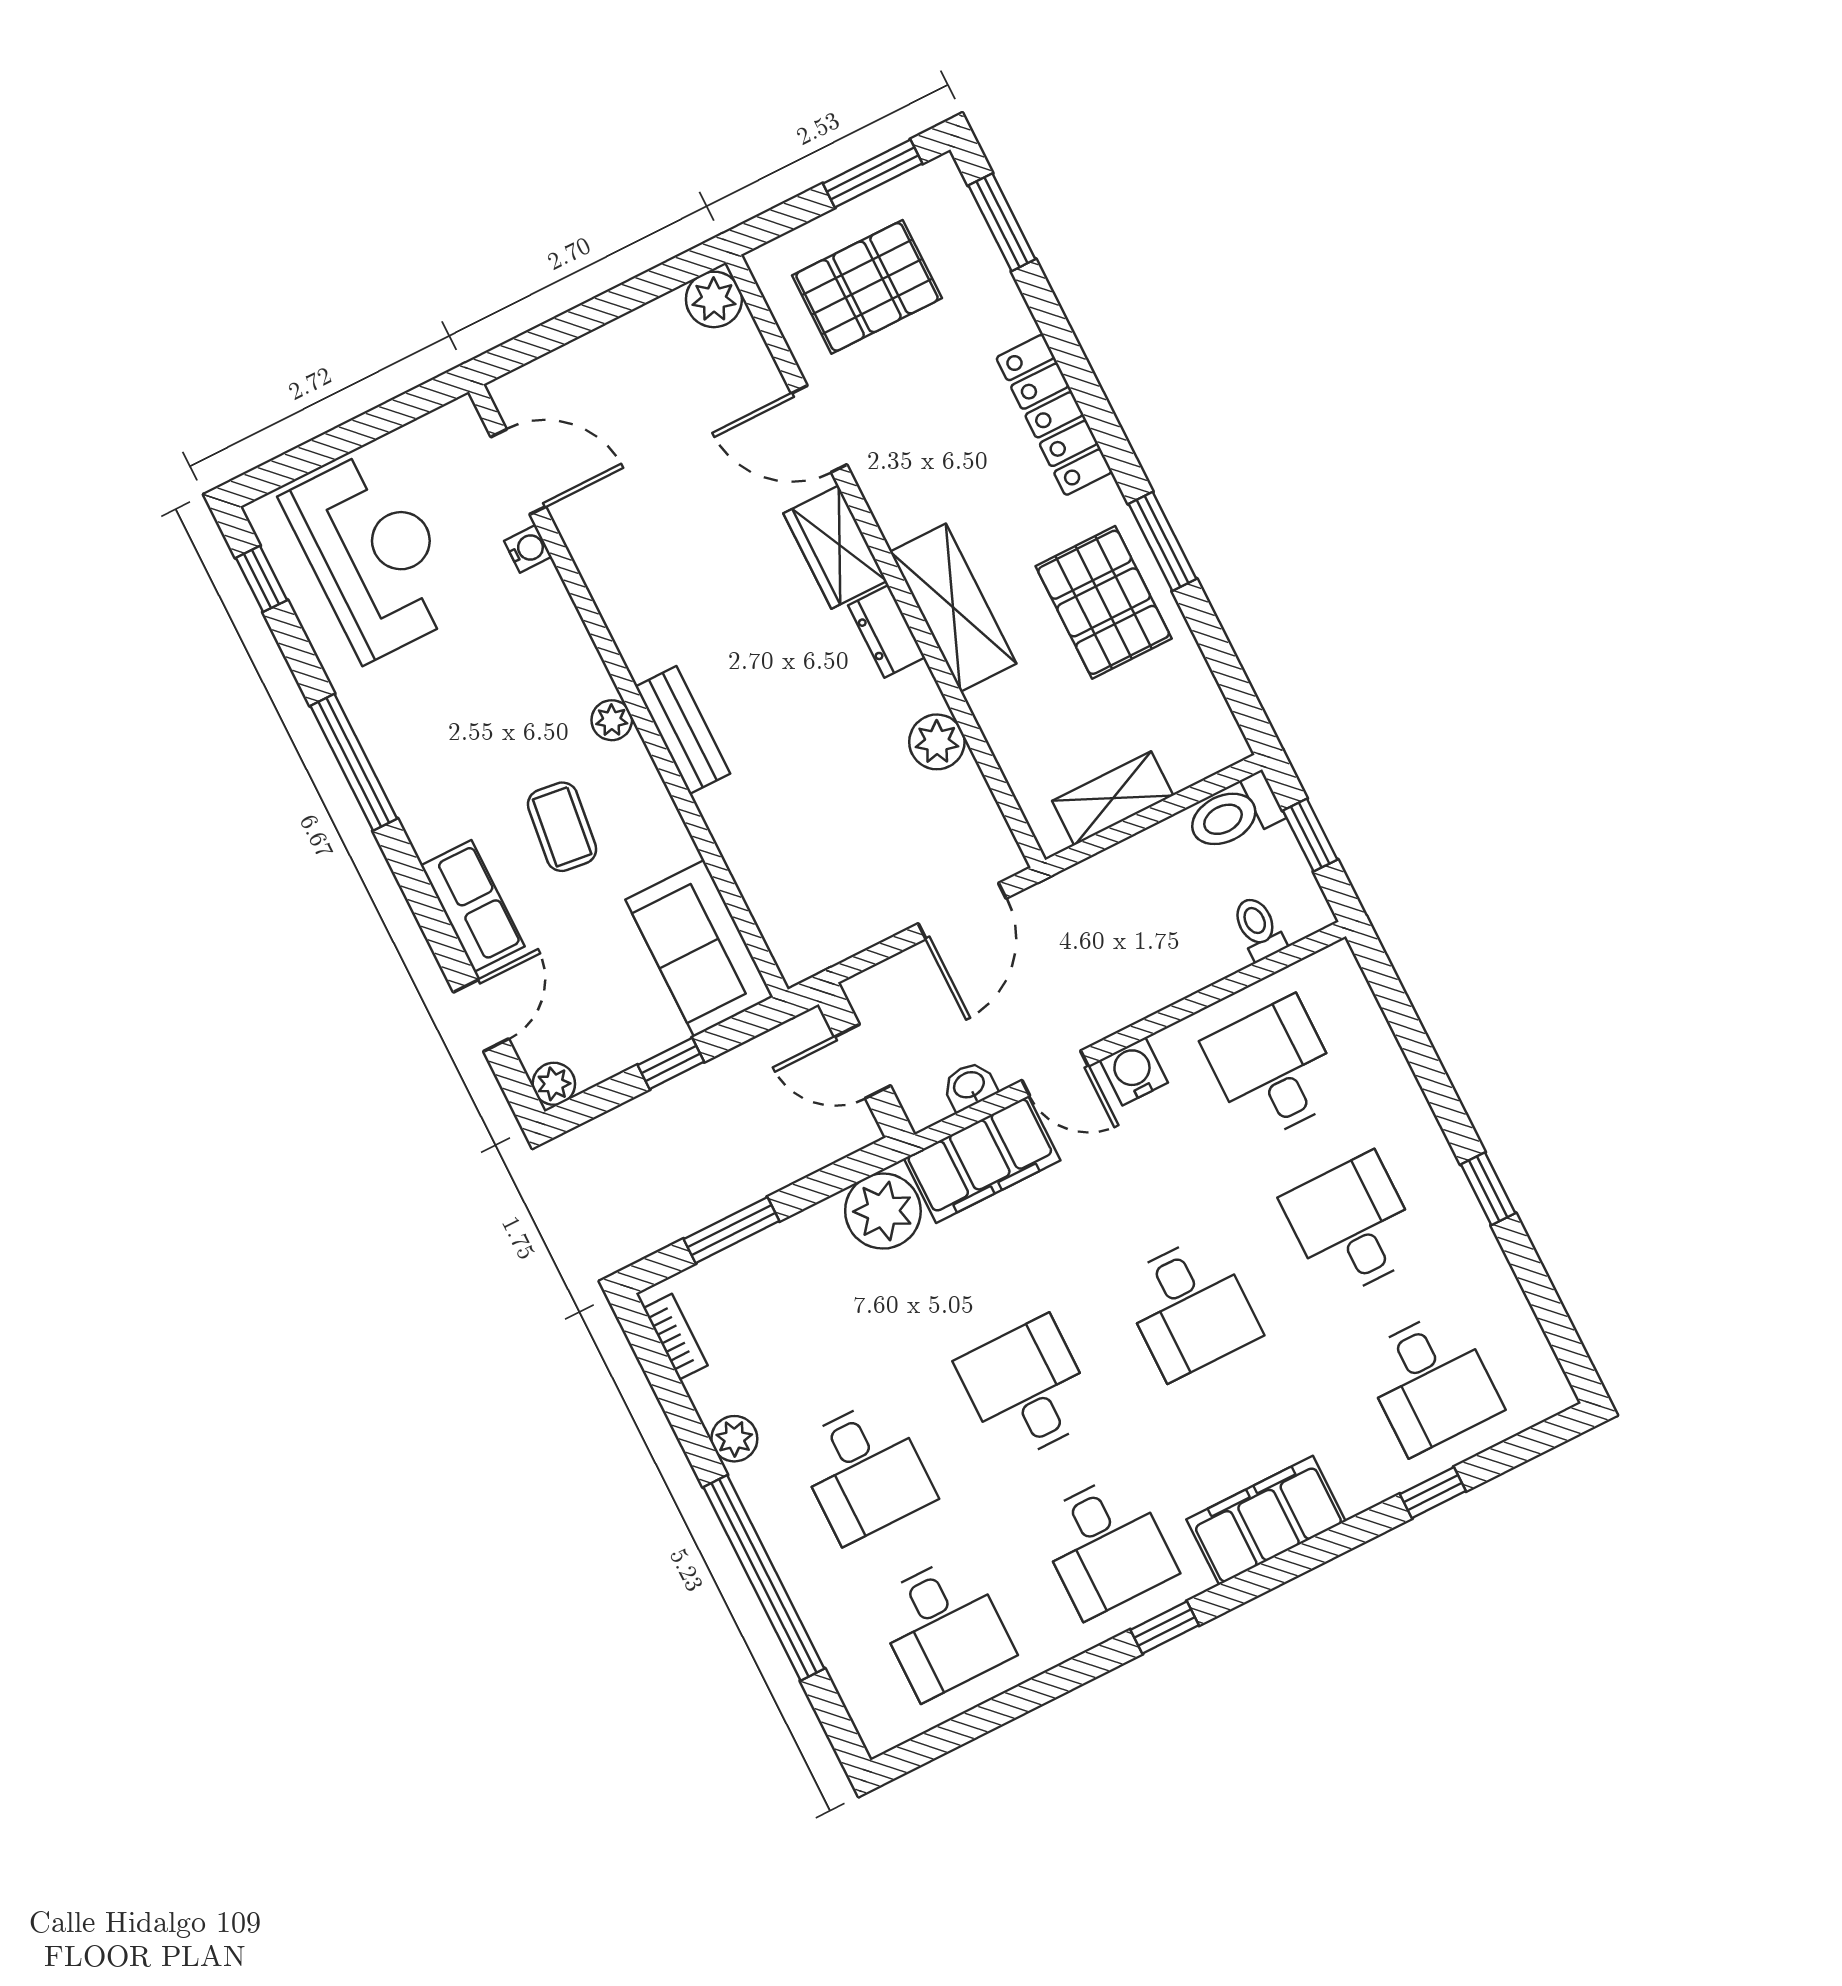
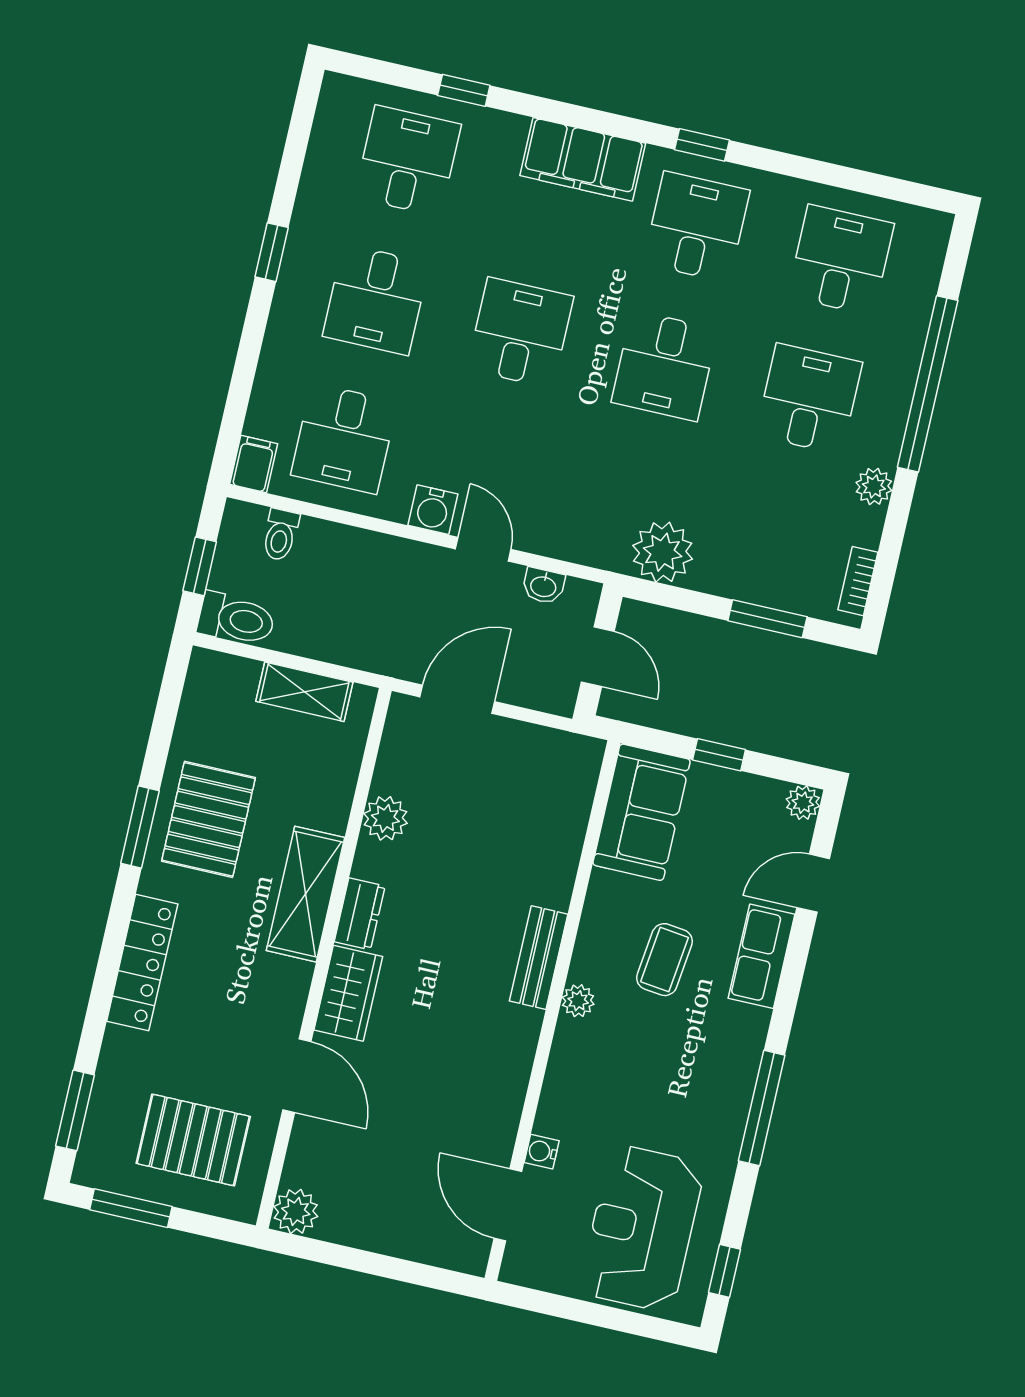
filing cabinet: (982, 1159) -> (254, 464), moved, width x0.33, depth x0.86

